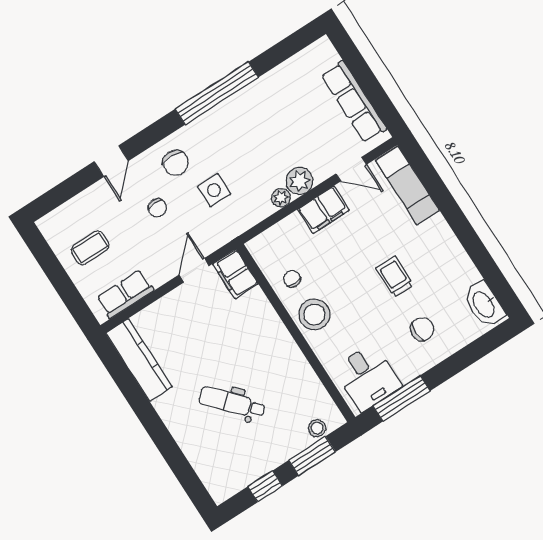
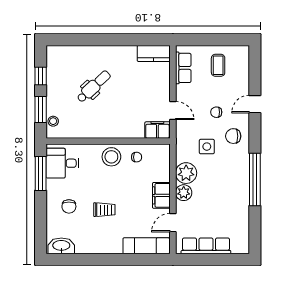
door: (111, 161) -> (255, 104), hinge flipped
plant: (281, 198) -> (186, 173), width x1.88, depth x1.88
kitchen counter: (139, 360) -> (154, 53), width x0.67

